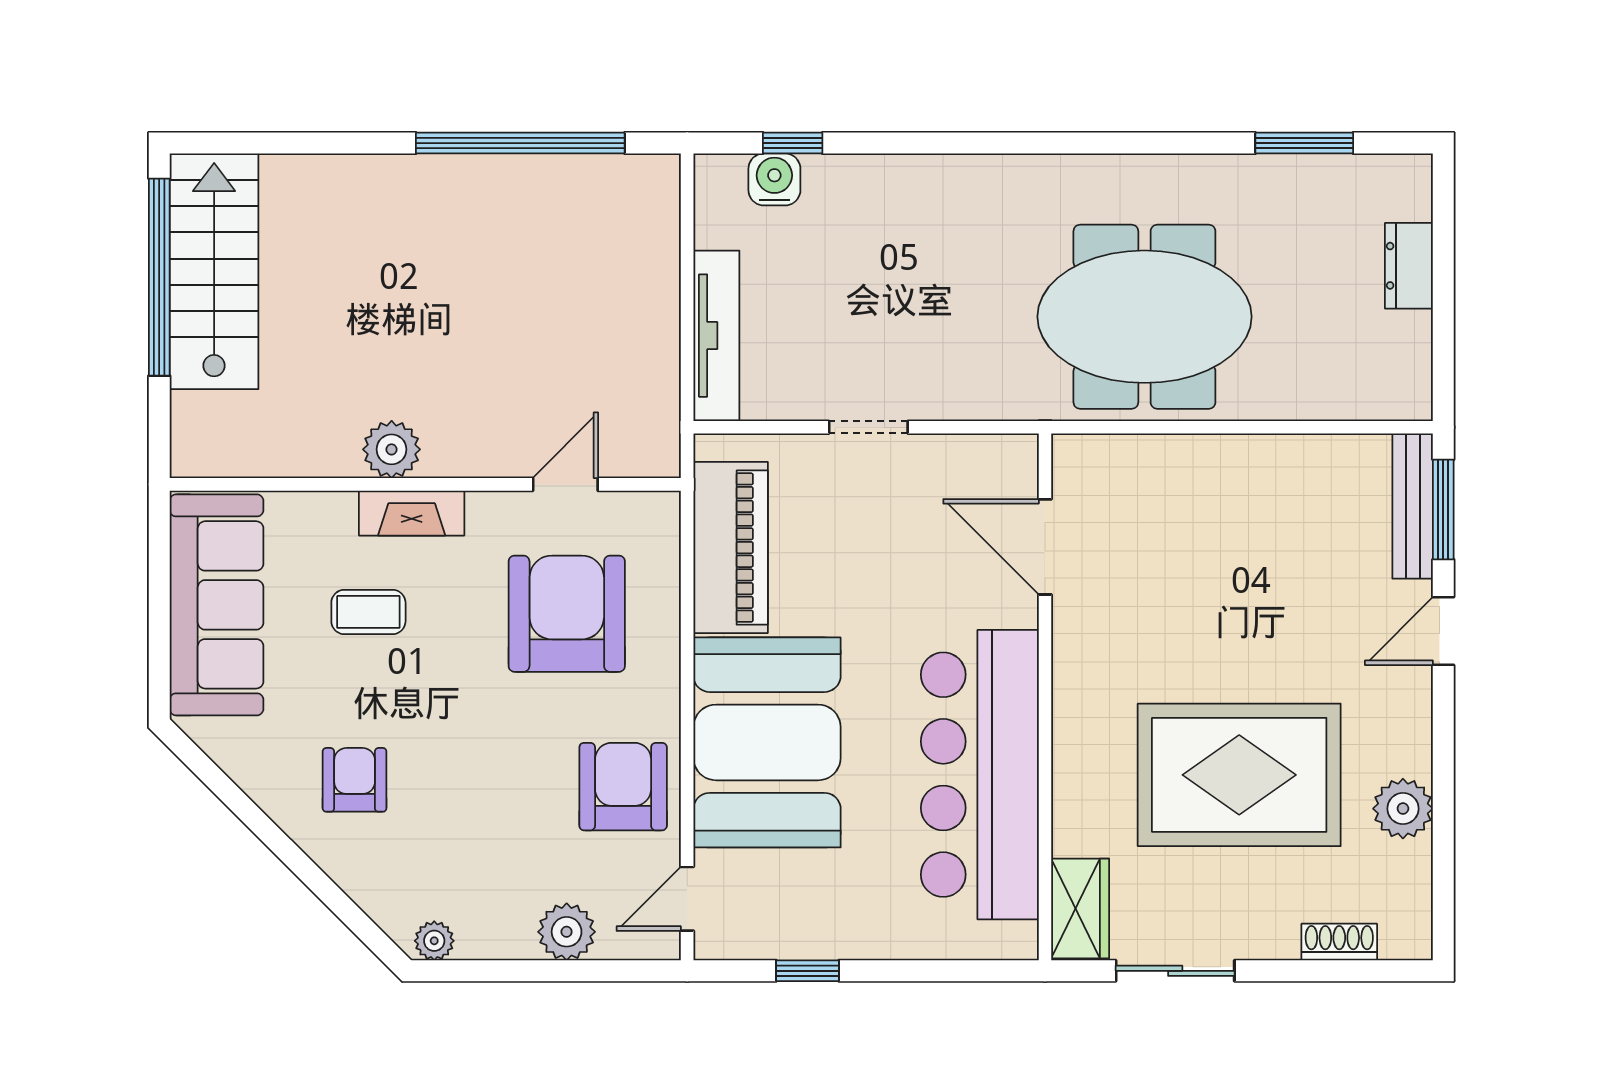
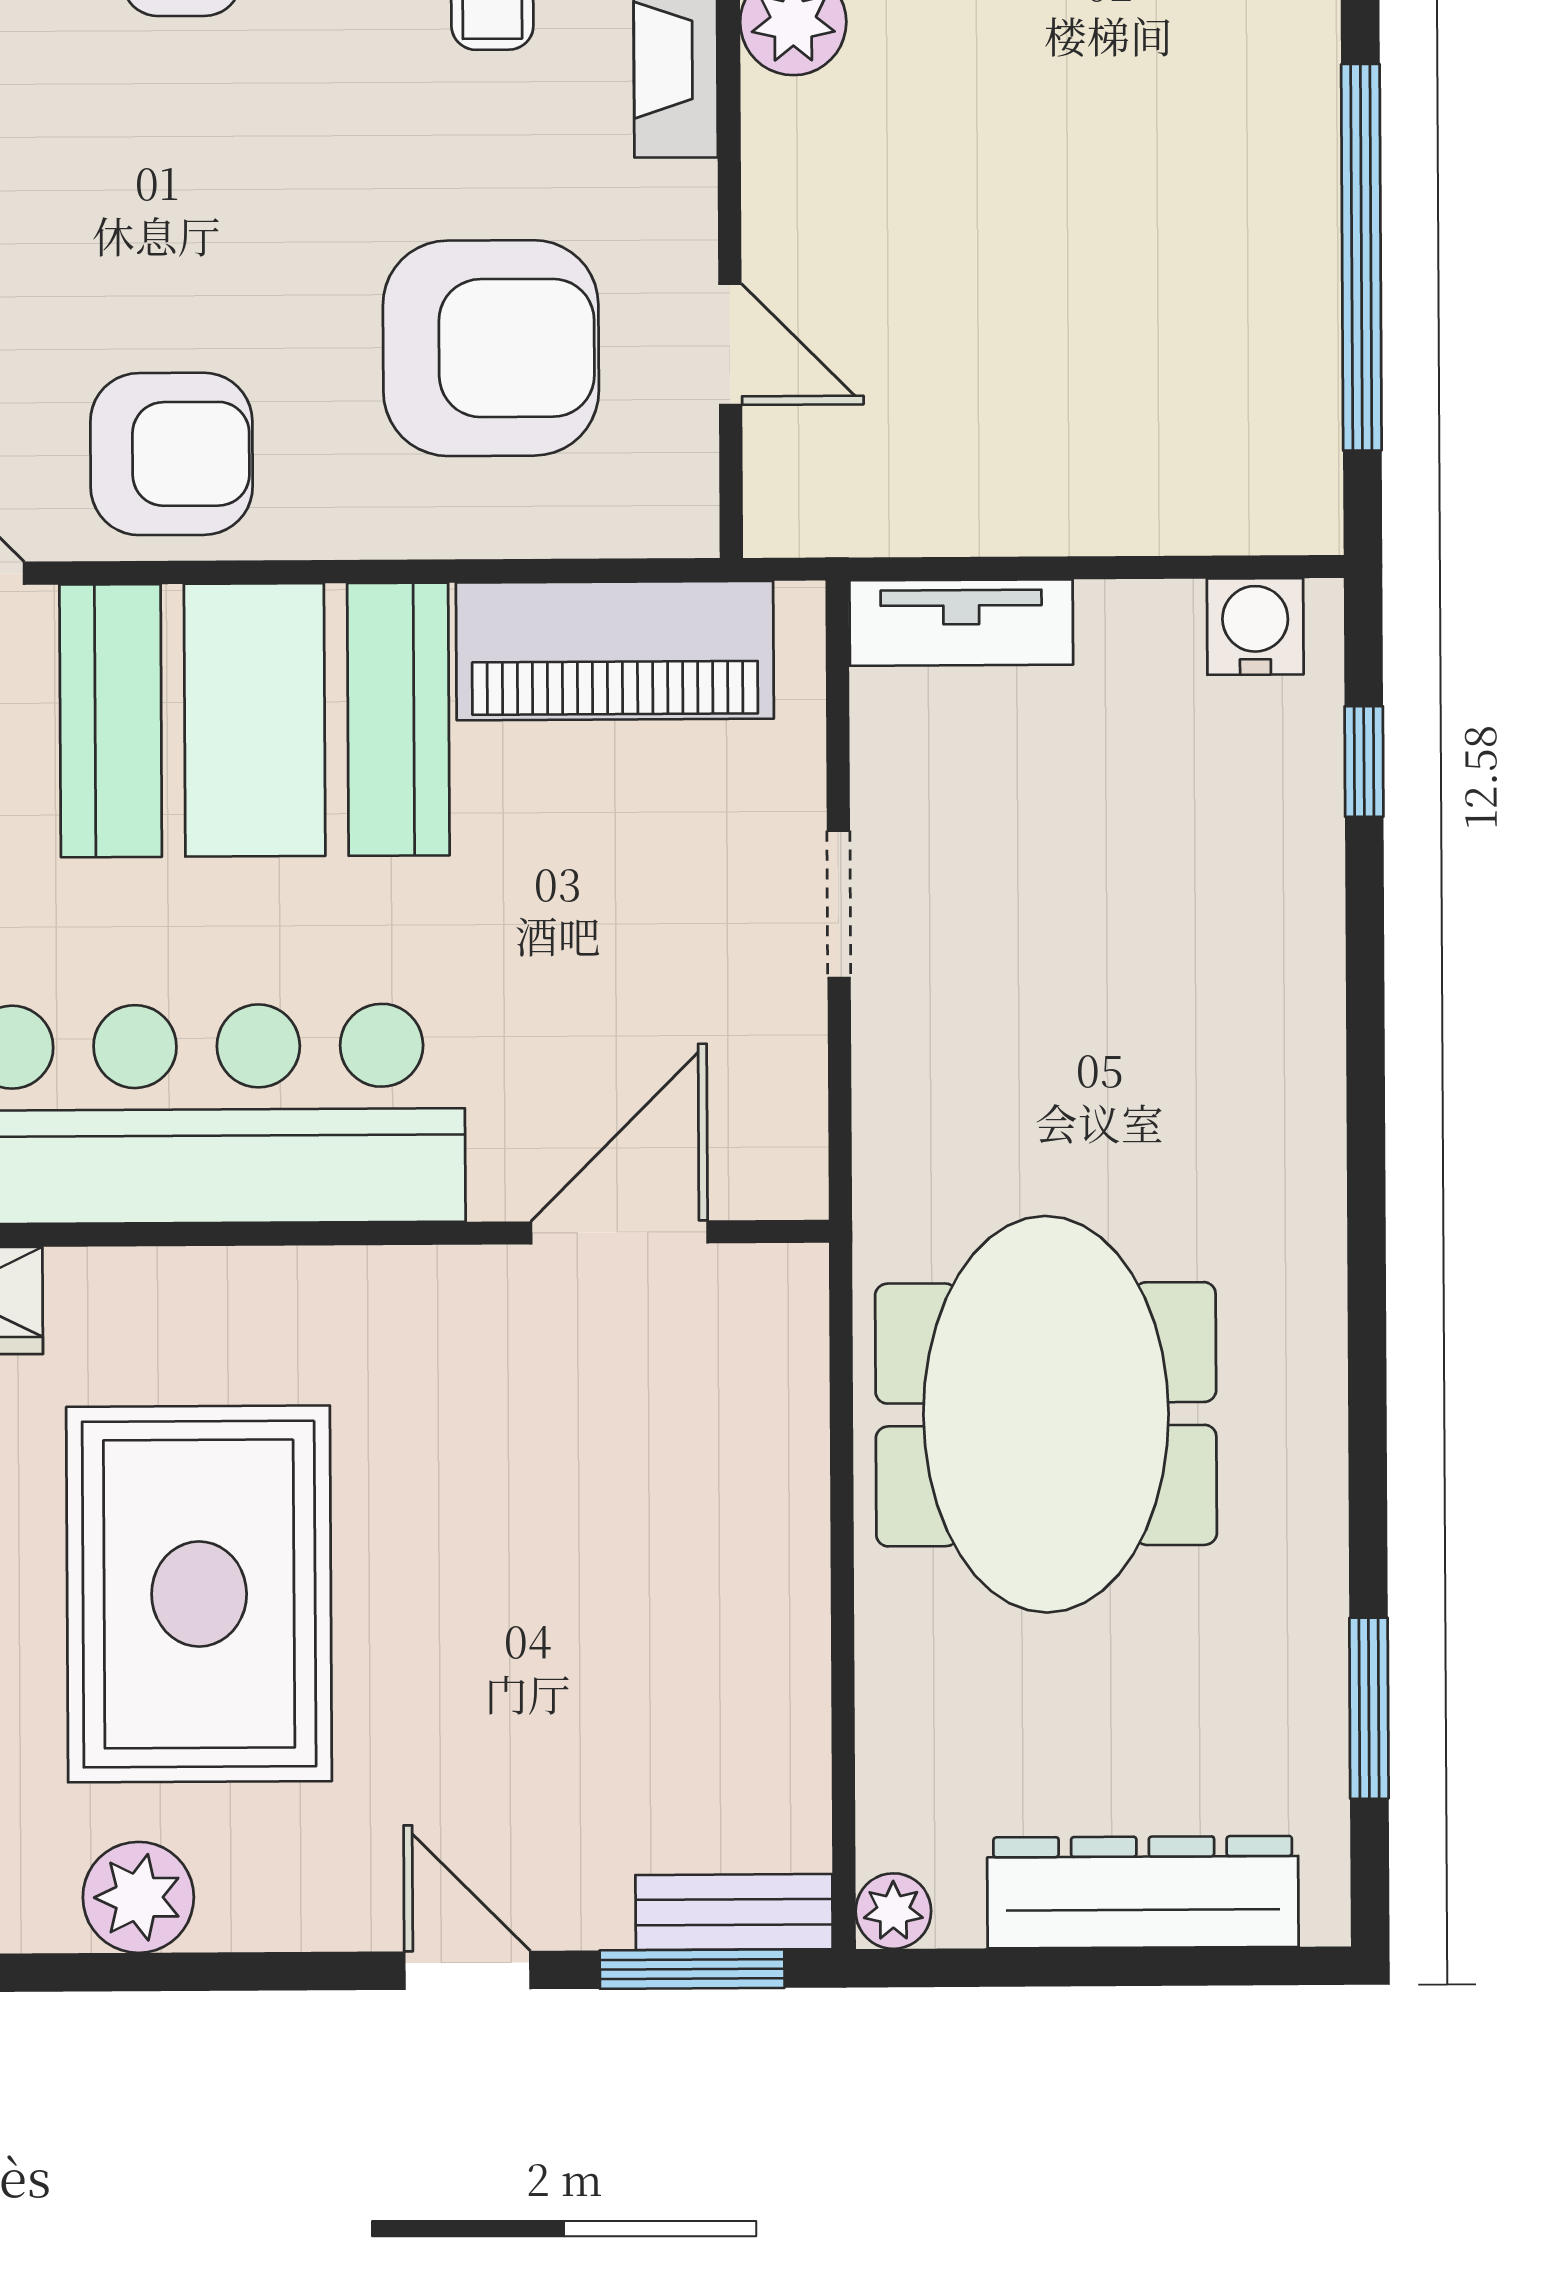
water cooler: (774, 179) -> (1255, 627), moved, turned -90
dresser: (1409, 266) -> (1143, 1892), width x1.96, depth x1.24
tv unit: (716, 336) -> (961, 623), width x0.71
plant: (1413, 401) -> (893, 1911), added
bench: (1413, 506) -> (734, 1912), width x0.73

